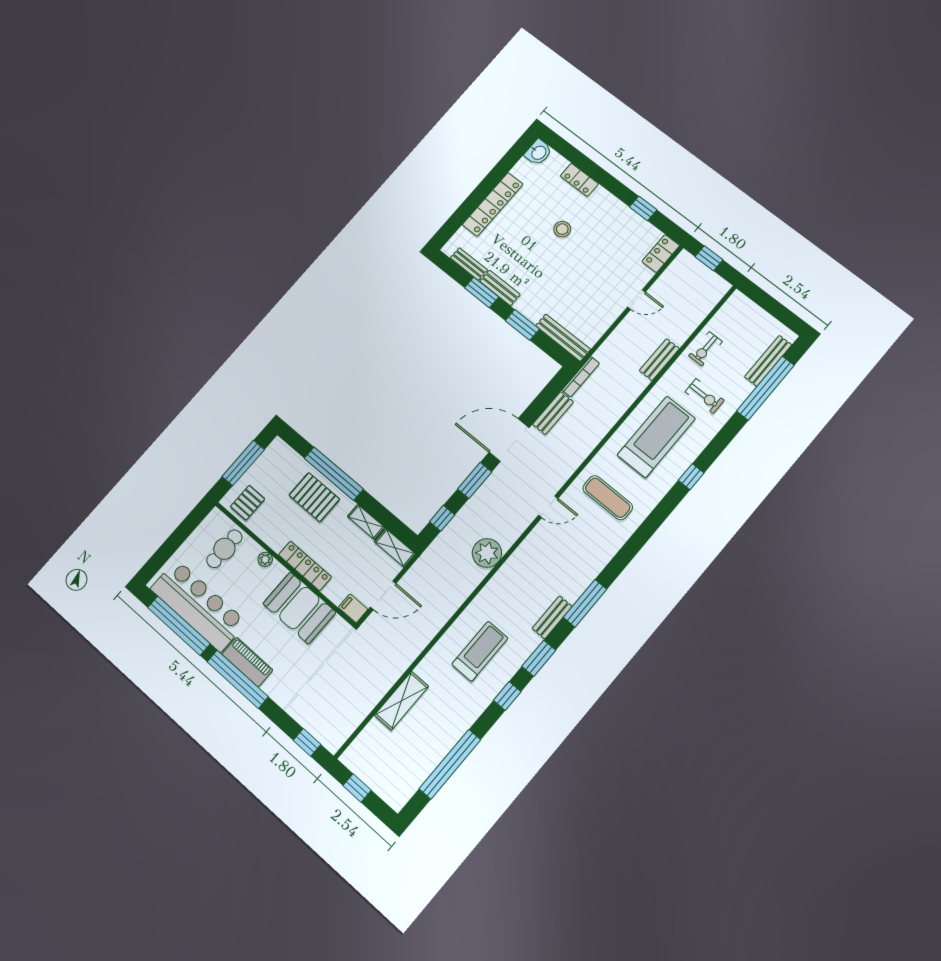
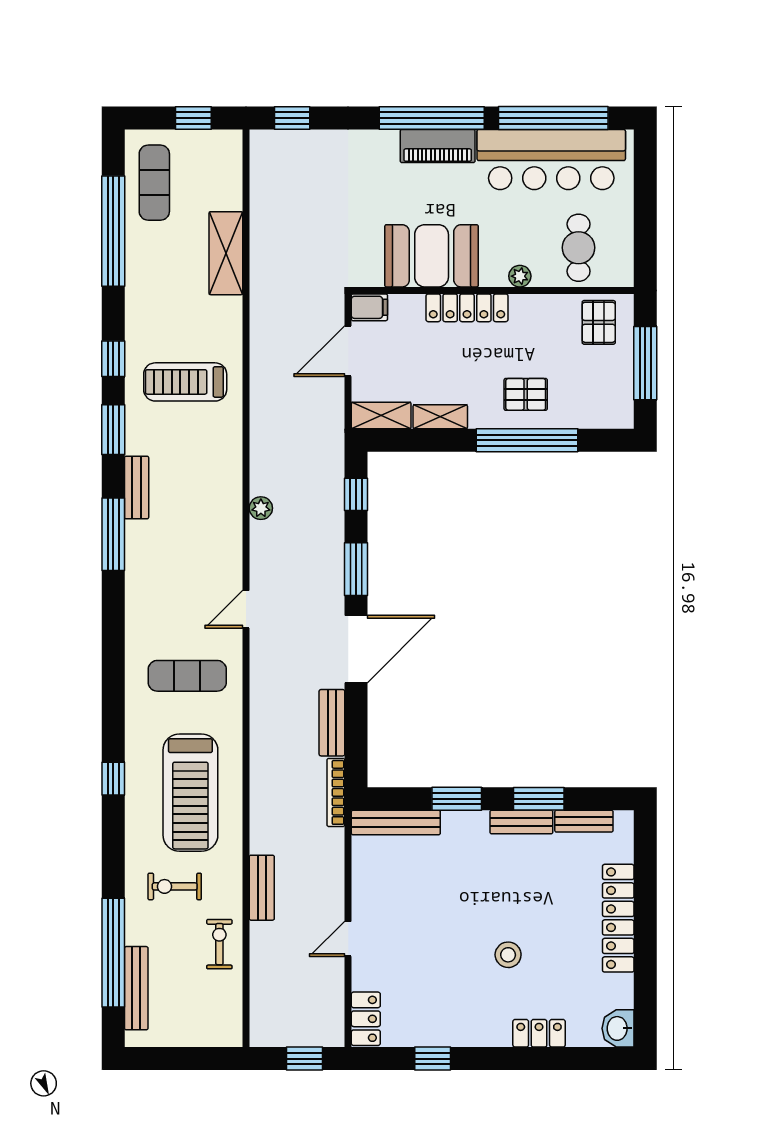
pallet: (314, 497) -> (526, 394), width x0.67, depth x0.71
plant: (487, 553) -> (261, 508), width x0.53, depth x0.53
treadmill: (480, 651) -> (185, 382), turned 90
exercise mat: (406, 771) -> (154, 183), added

